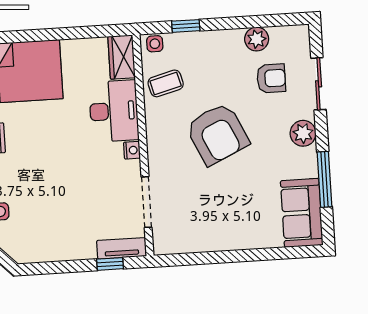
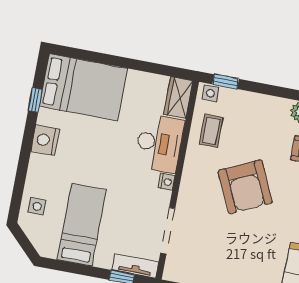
window: (186, 26) -> (226, 82), moved
coffee table: (166, 83) -> (211, 131), turned -75
bed: (53, 219) -> (82, 225), added

